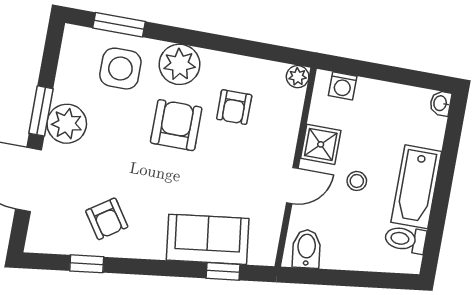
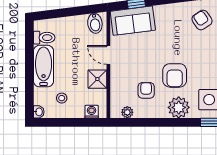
plant: (298, 77) -> (127, 112), moved
stool: (357, 181) -> (62, 98), moved
door: (292, 185) -> (108, 55), hinge flipped
sofa: (208, 239) -> (133, 21), moved

